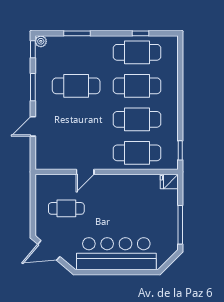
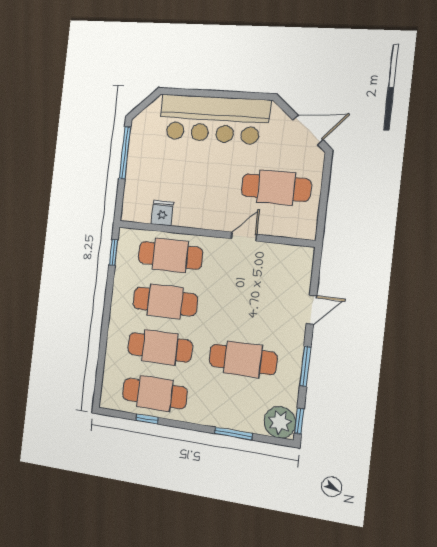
plant: (41, 41) -> (280, 422), width x1.87, depth x1.87
fridge: (169, 182) -> (162, 213), moved, turned -90
cafe table: (66, 208) -> (276, 188), width x1.37, depth x1.35

